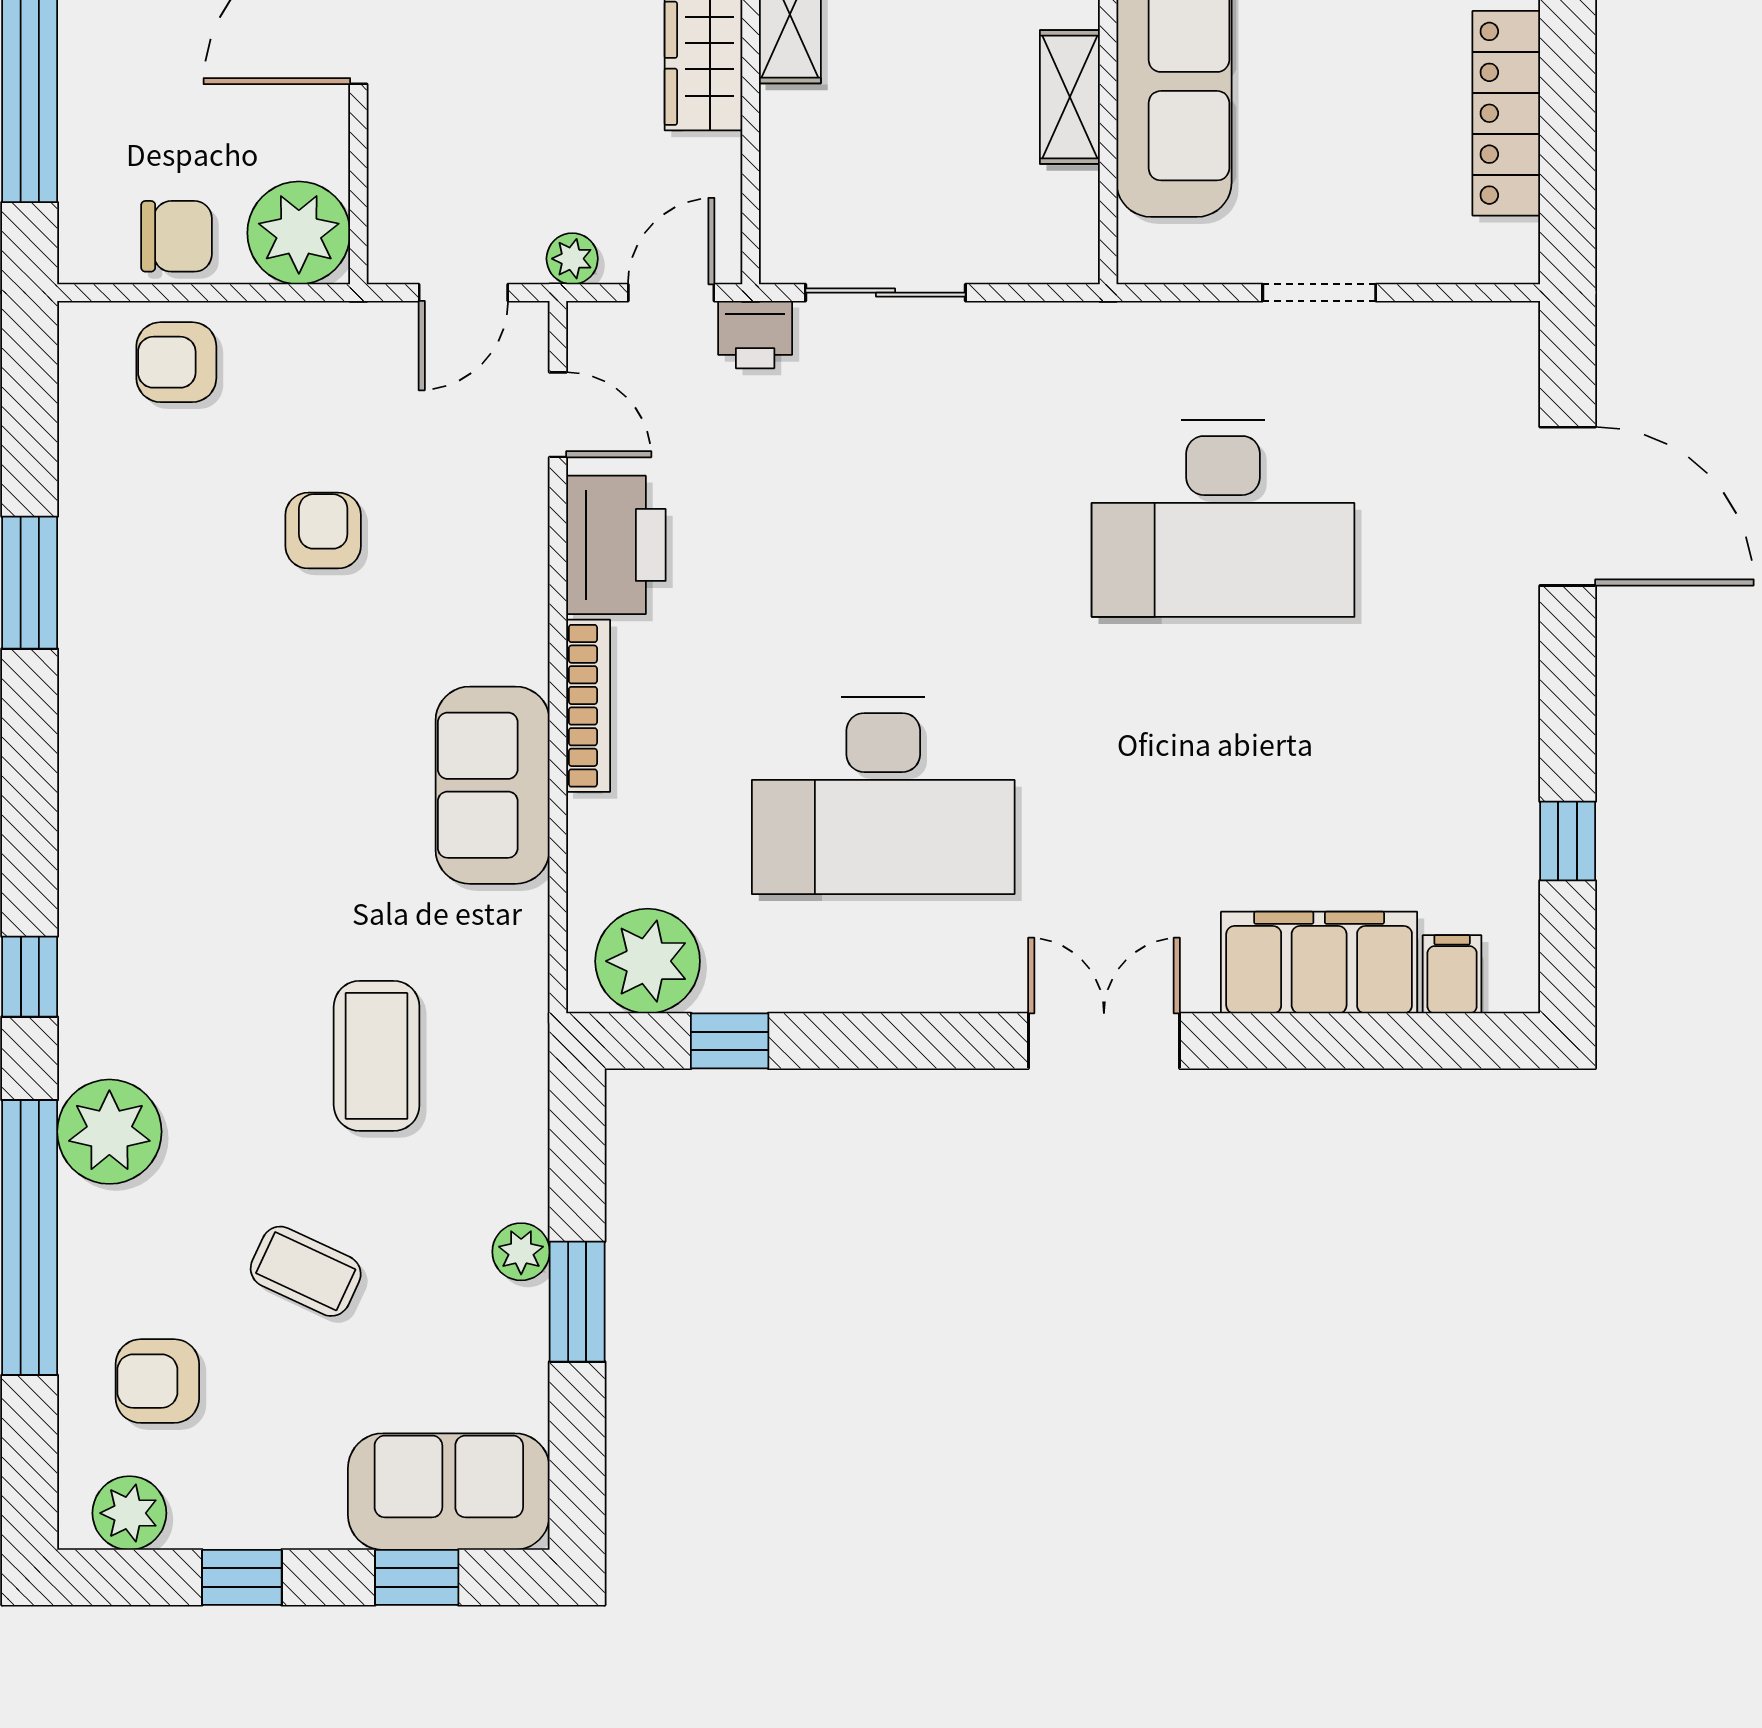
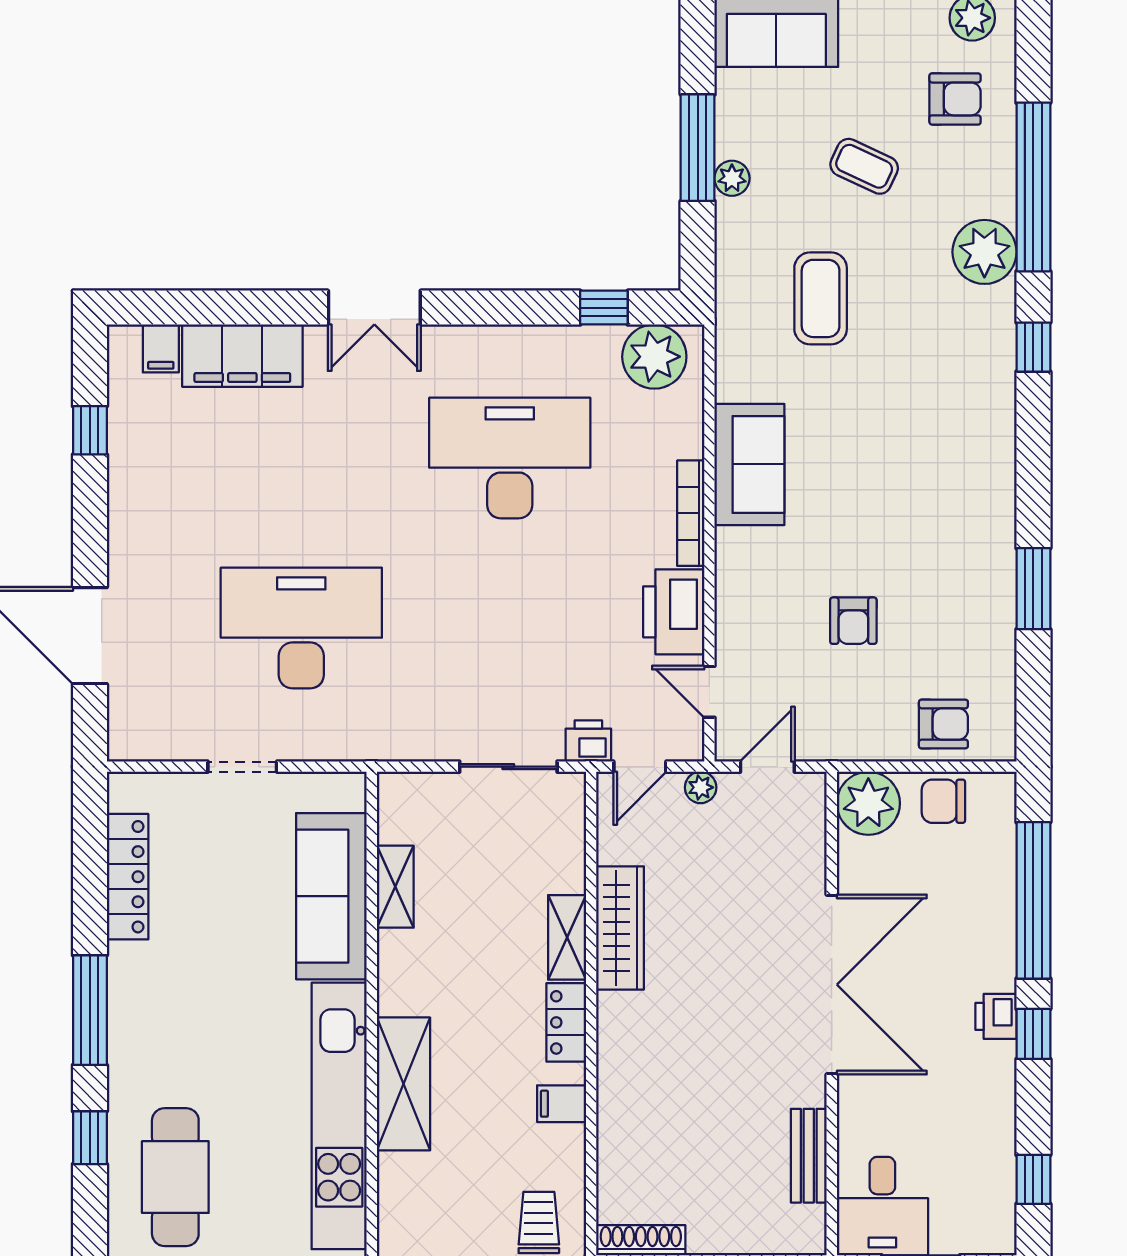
window: (577, 1302) -> (698, 148), width x1.44

